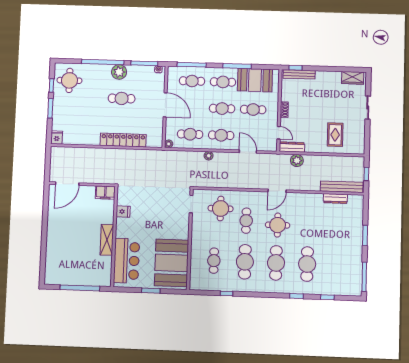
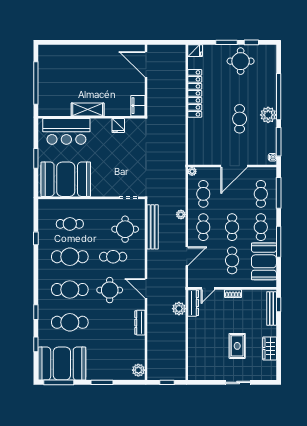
wardrobe: (353, 78) -> (270, 348), moved
round table: (69, 80) -> (241, 61), moved
rug: (335, 135) -> (237, 346), moved, turned 90
locker: (123, 140) -> (195, 93), moved
bench: (342, 187) -> (153, 227), moved
dresser: (335, 199) -> (140, 323), moved
plant: (354, 201) -> (138, 370), added
booth: (346, 273) -> (62, 364), added

